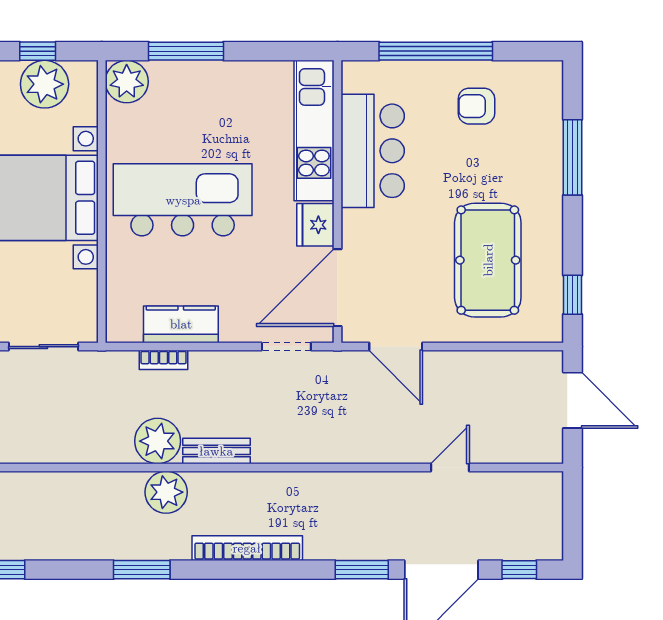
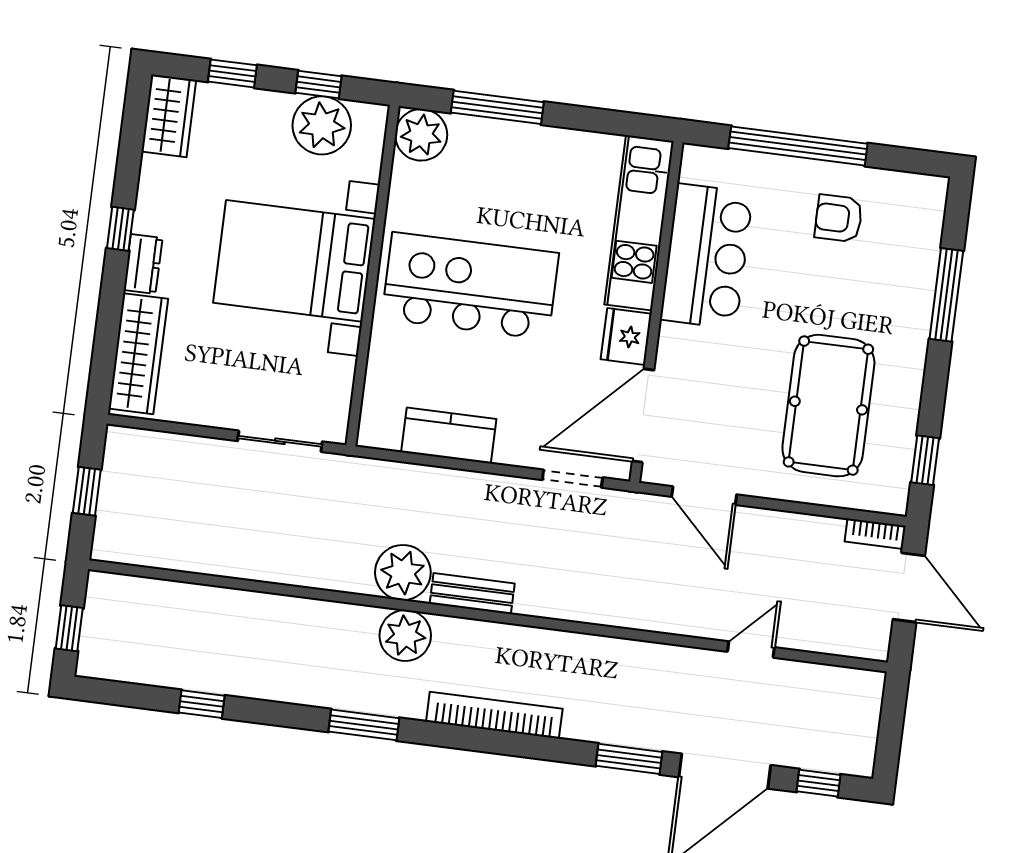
bookcase: (164, 360) -> (875, 534), moved

